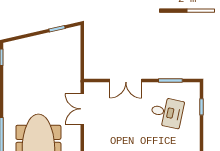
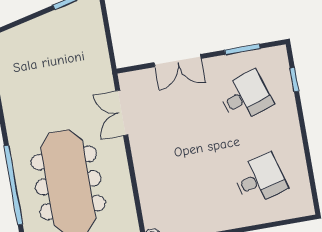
desk: (167, 112) -> (245, 96), turned -30

